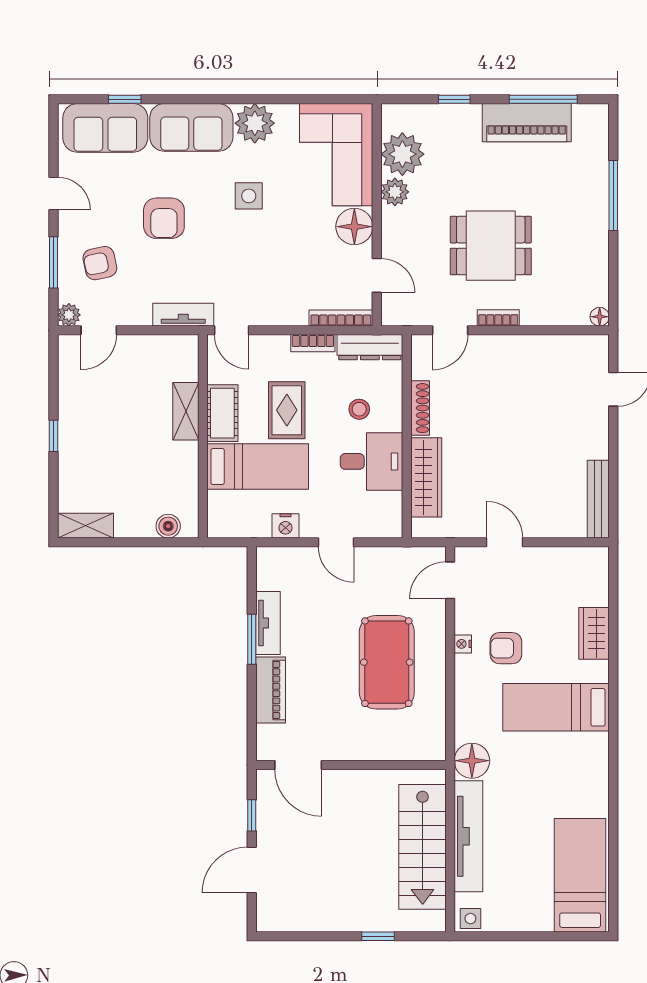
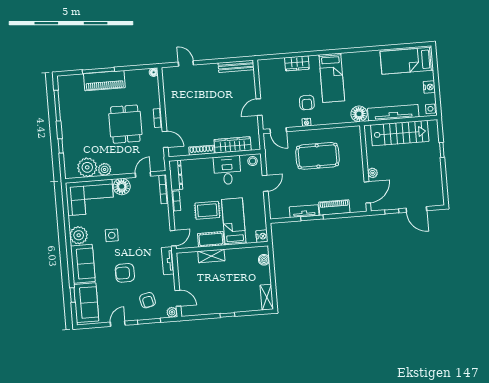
piano: (527, 123) -> (104, 81), moved, turned 90
armchair: (164, 218) -> (125, 273), turned 180
stool: (359, 409) -> (253, 161), moved
nightstand: (285, 526) -> (262, 236), moved
plant: (340, 780) -> (373, 173), added
nightstand: (519, 920) -> (429, 87), added

